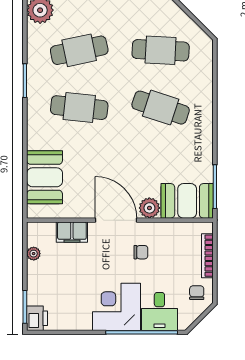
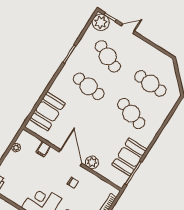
cafe table: (79, 50) -> (108, 56), turned 36
booth: (187, 201) -> (129, 157), moved, turned 90
filing cabinet: (72, 232) -> (43, 149), width x0.50

